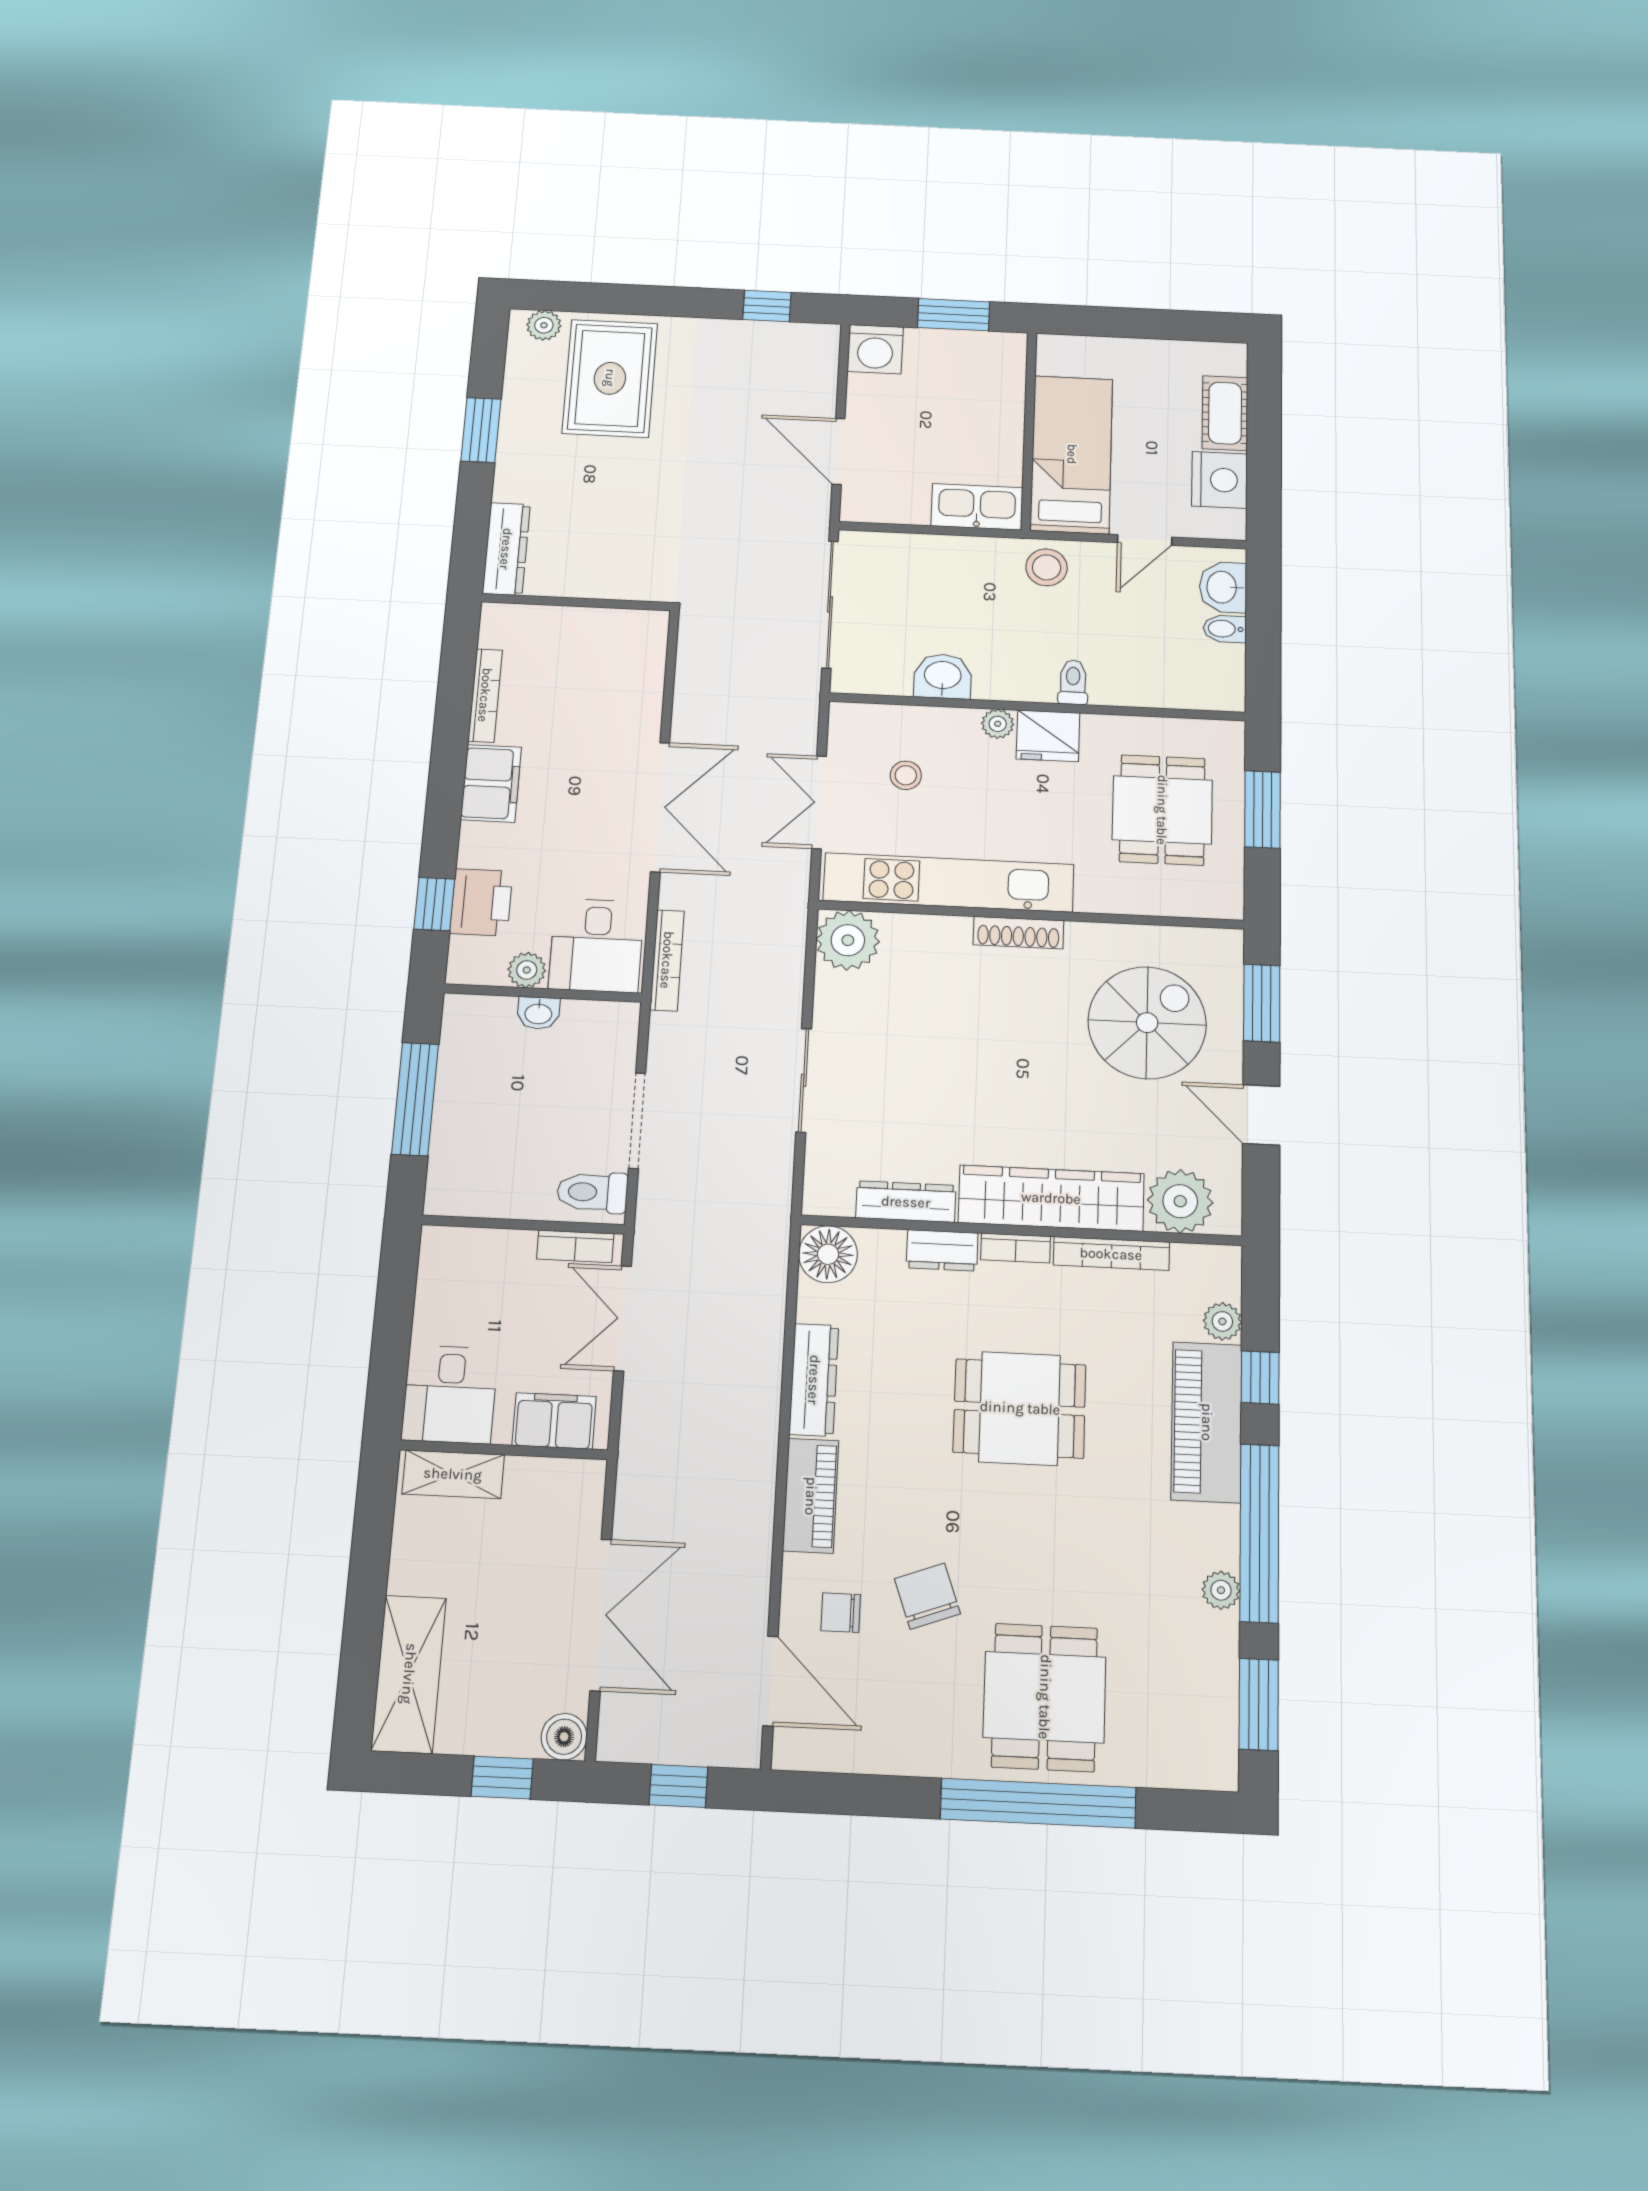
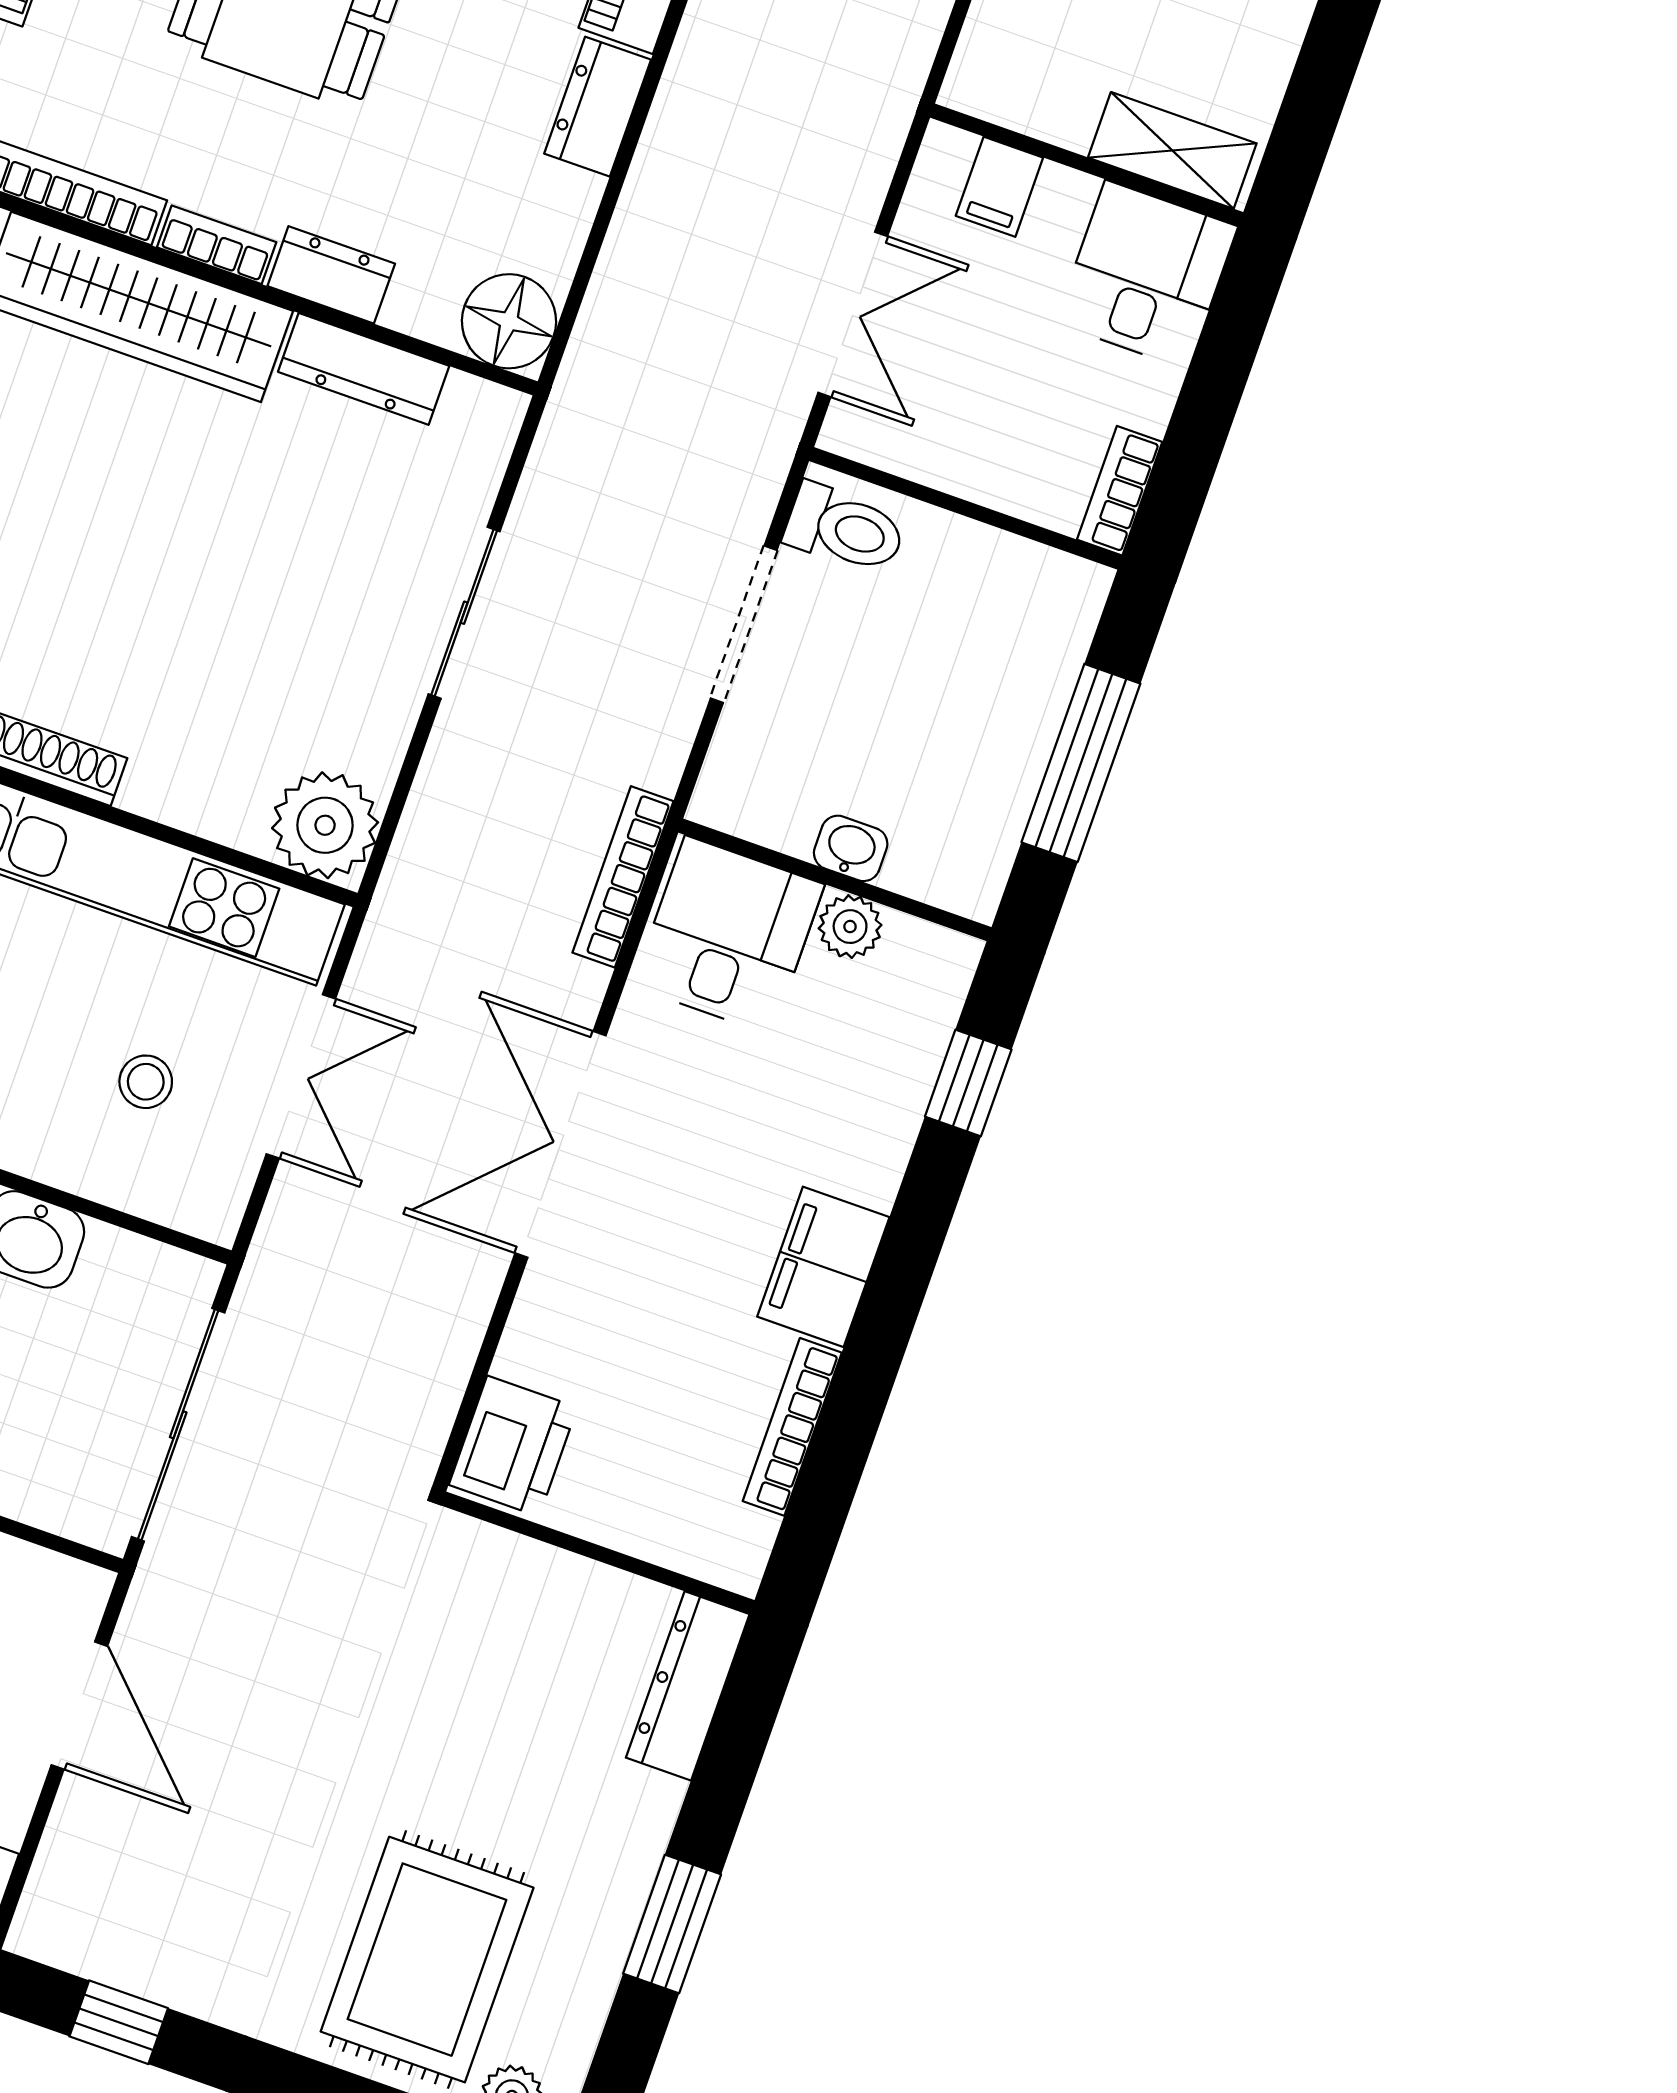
printer: (481, 902) -> (513, 1446), moved, turned 180
bookcase: (575, 1246) -> (1120, 491), moved, turned -90
dresser: (814, 1380) -> (598, 107), width x0.70
filing cabinet: (554, 1421) -> (999, 187), width x0.50

